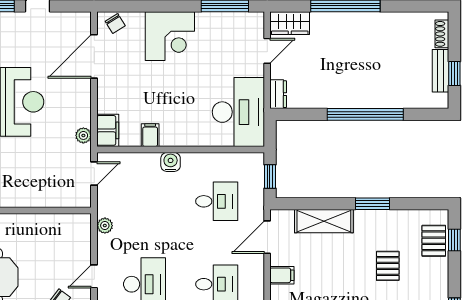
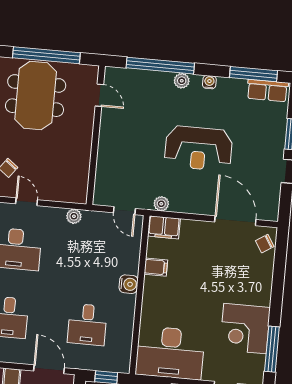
corner desk: (170, 36) -> (245, 329), moved

